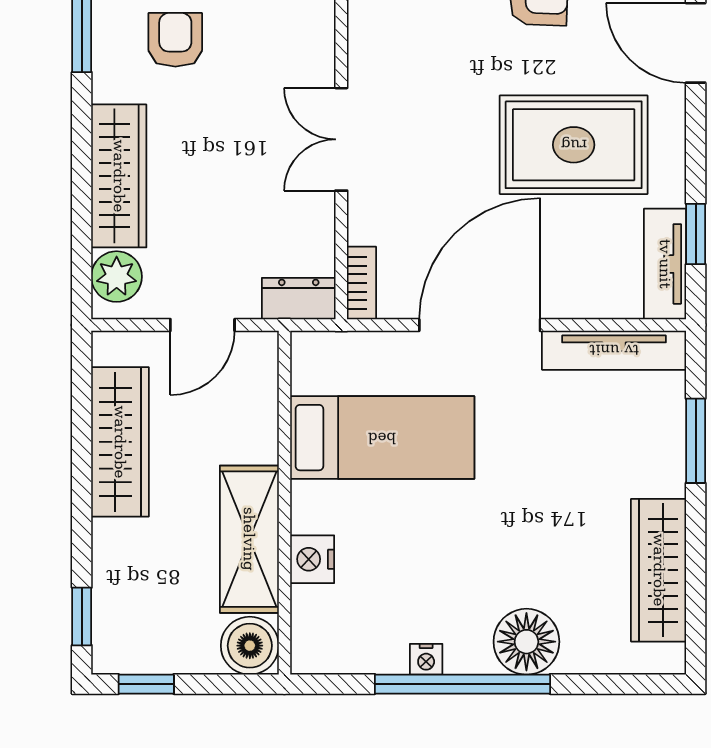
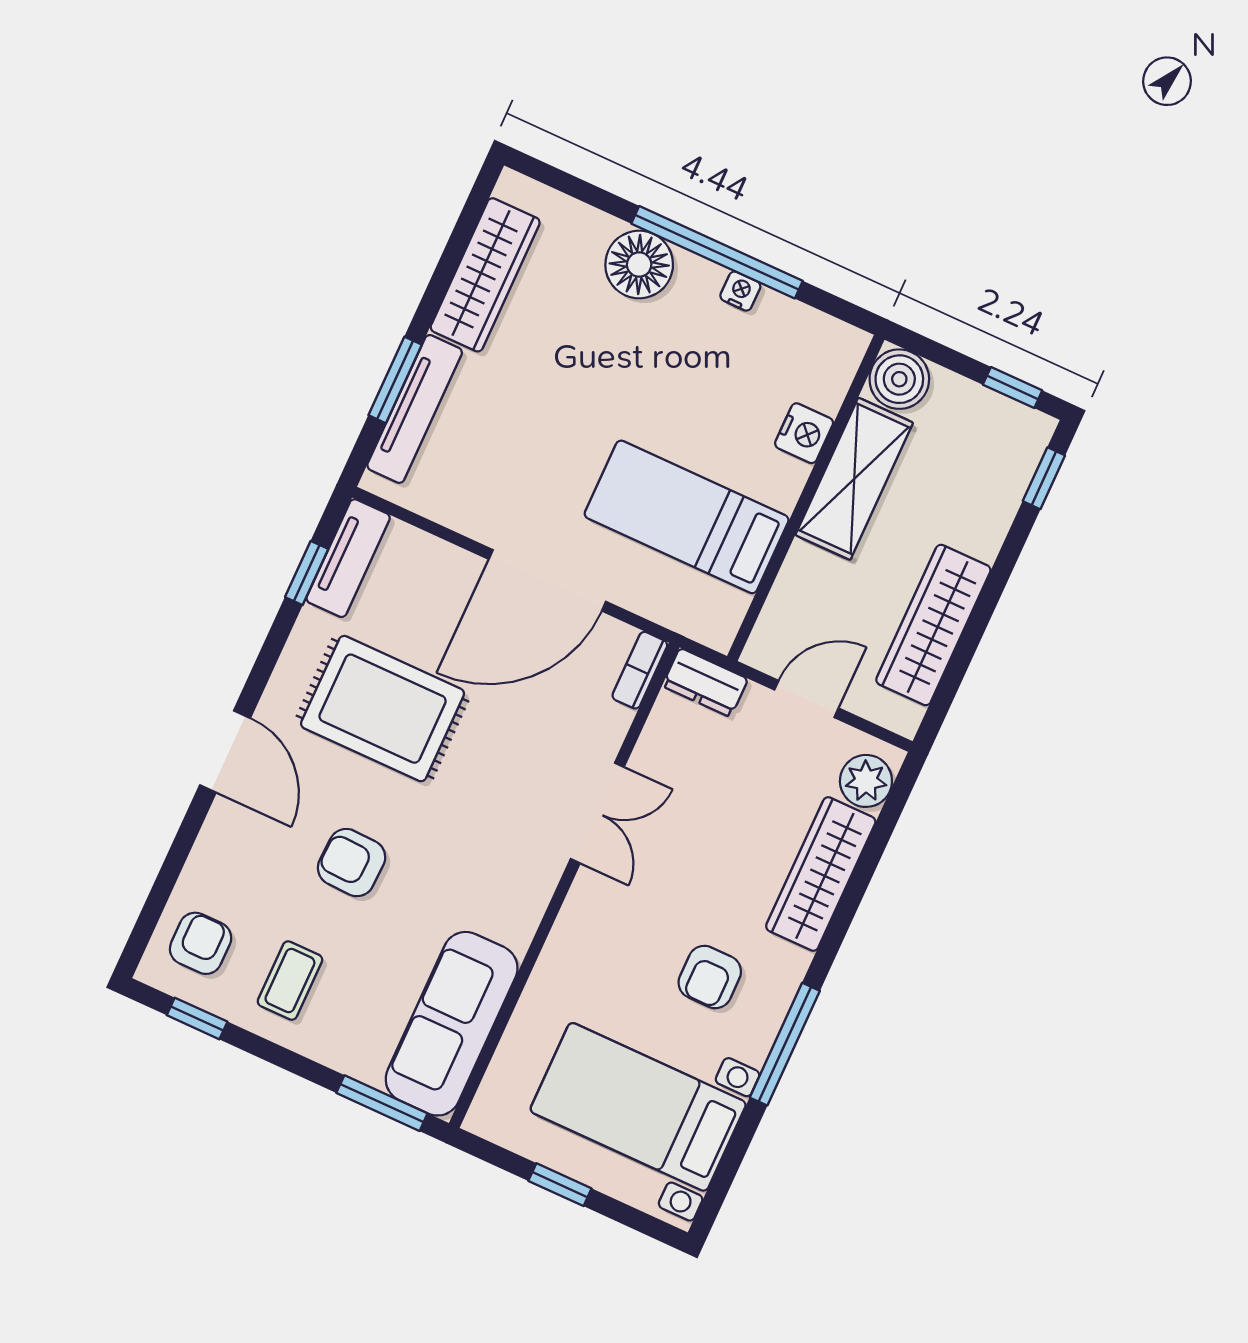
tv unit: (614, 350) -> (415, 409), moved, turned 90

